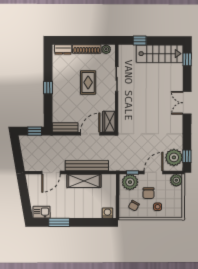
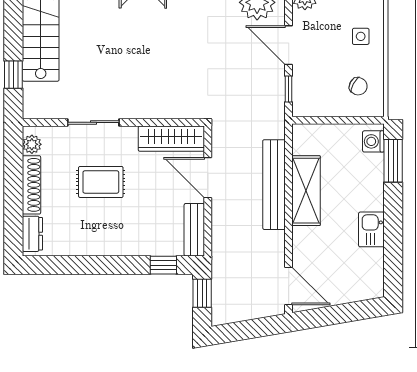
window: (48, 88) -> (163, 265), moved
wardrobe: (109, 122) -> (171, 139), width x1.50
door: (51, 173) -> (289, 286), moved
plant: (130, 182) -> (309, 94), removed
chair: (149, 193) -> (332, 55), removed
kitchen sink: (42, 212) -> (371, 229), moved
window: (59, 222) -> (393, 161), moved

